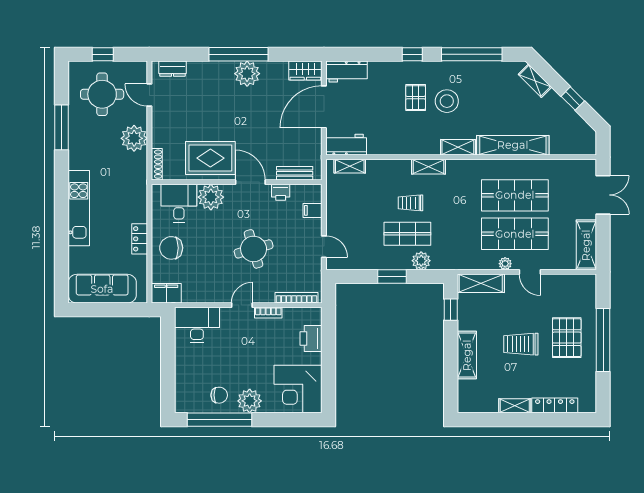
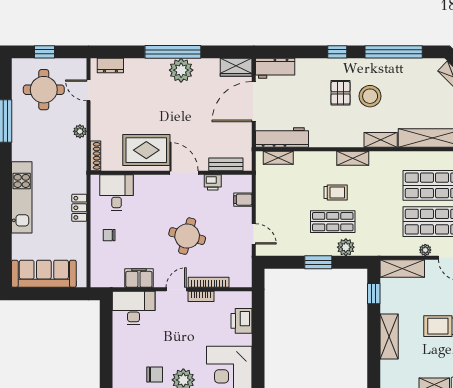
plant: (134, 138) -> (80, 131), width x0.53, depth x0.53
workbench: (346, 145) -> (282, 137), width x1.38
plant: (211, 197) -> (147, 187), removed
trolley: (410, 203) -> (336, 193), turned 180
locker: (140, 239) -> (79, 208), moved
chair: (171, 248) -> (109, 235), width x0.54, depth x0.54
round table: (254, 249) -> (187, 236), turned 31
filing cabinet: (166, 293) -> (139, 278), moved
bookcase: (296, 298) -> (209, 282), moved

